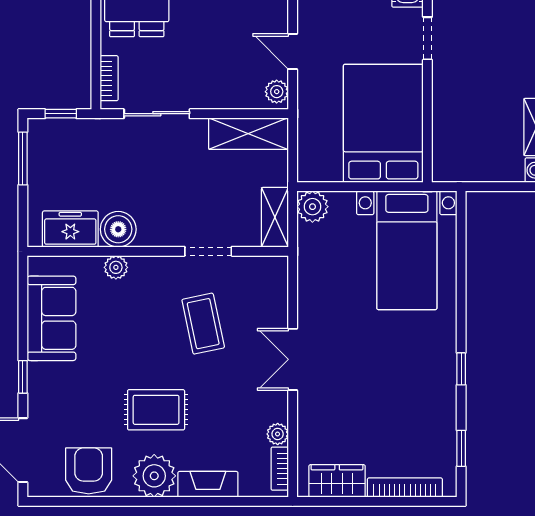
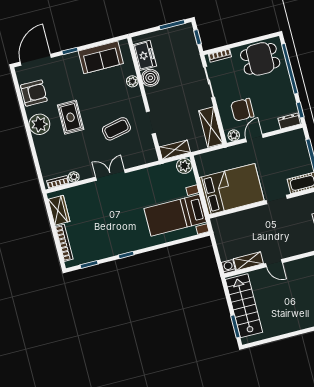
chair: (230, 61) -> (242, 110), added
fireplace: (208, 484) -> (42, 150), removed

